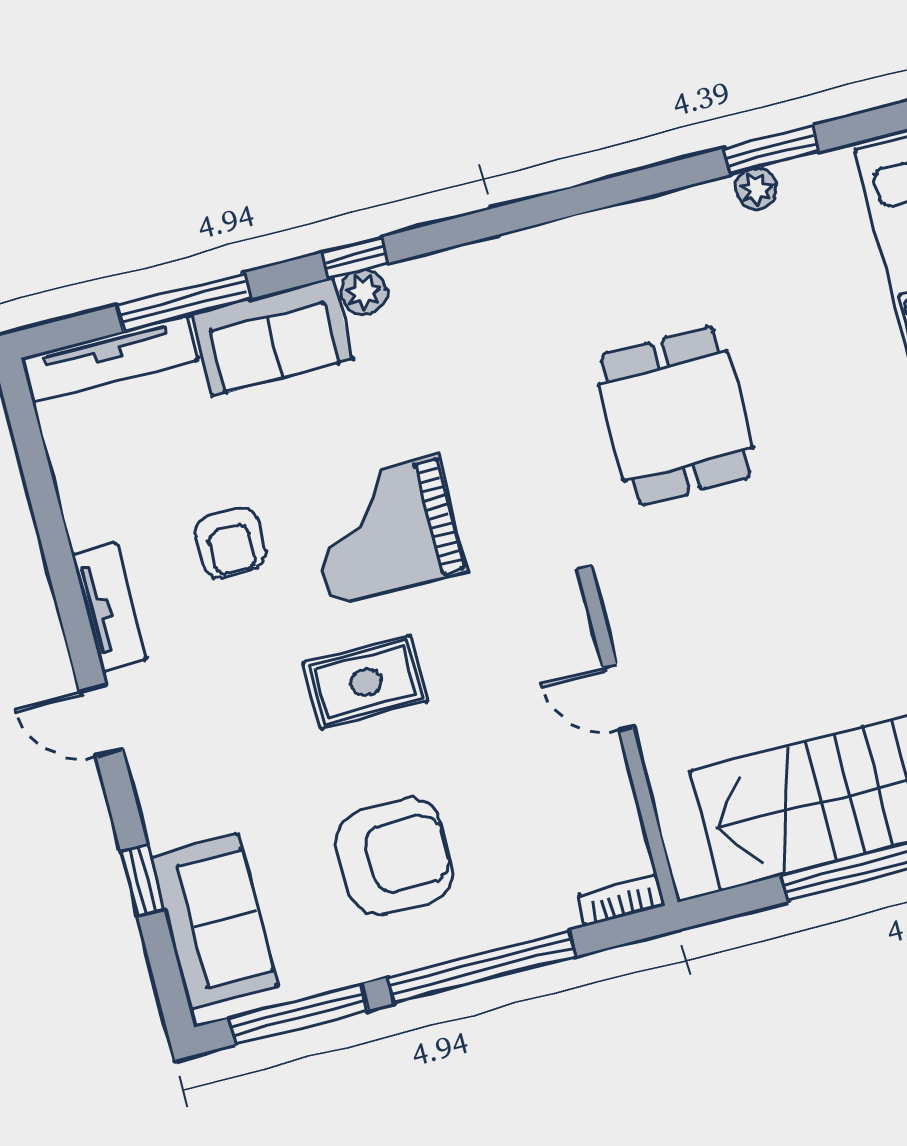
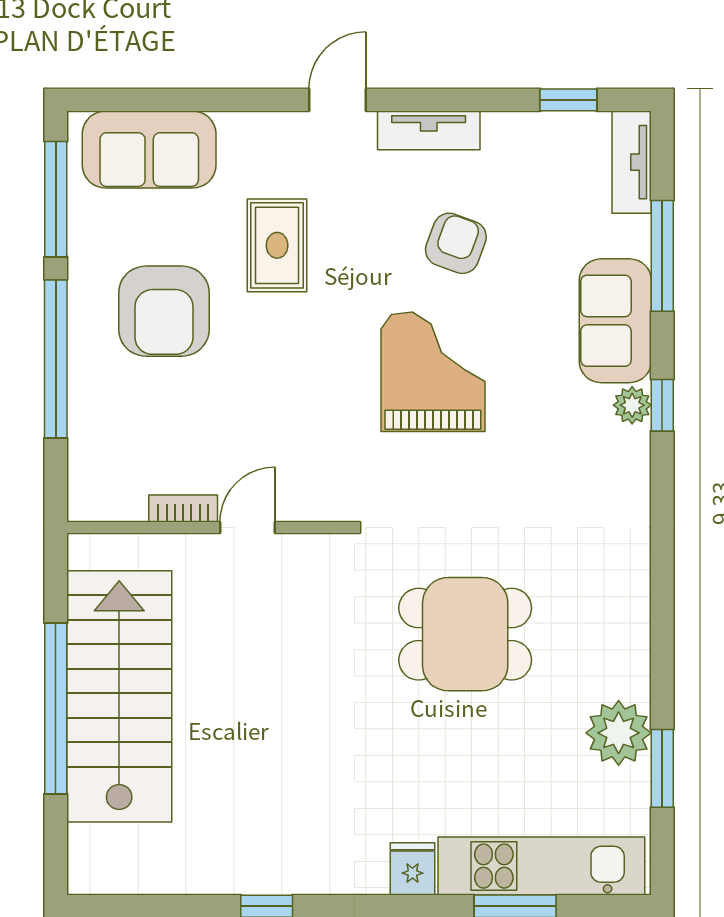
plant: (756, 189) -> (619, 733), width x1.88, depth x1.88
tv unit: (109, 359) -> (632, 162), width x0.71
armchair: (230, 542) -> (456, 243), turned 110
rug: (366, 682) -> (277, 245), moved
window: (142, 880) -> (568, 100), moved
bookcase: (621, 900) -> (183, 508), moved, turned -90

